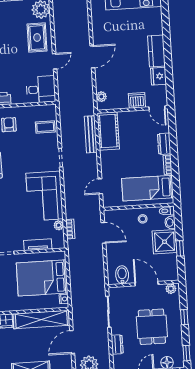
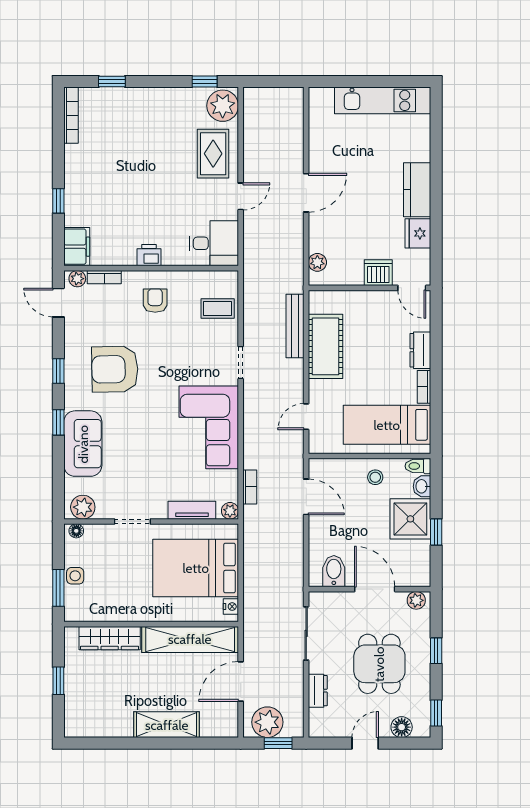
cot: (108, 131) -> (325, 346), moved
plant: (59, 225) -> (230, 511), moved

